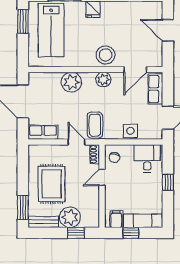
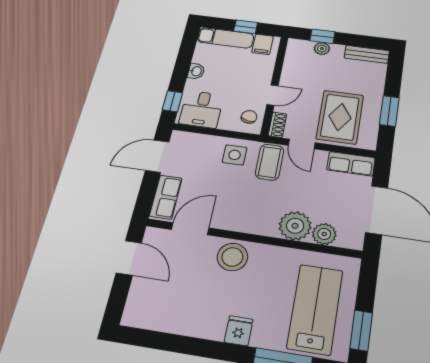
door: (168, 30) -> (129, 258), moved
plant: (103, 80) -> (324, 234), moved
side table: (130, 131) -> (235, 155), moved
window: (168, 182) -> (173, 101), moved
rug: (52, 184) -> (340, 117), moved
washbasin: (157, 189) -> (196, 71), added
window: (23, 208) -> (389, 111), moved
plant: (70, 217) -> (322, 49), width x0.53, depth x0.53

